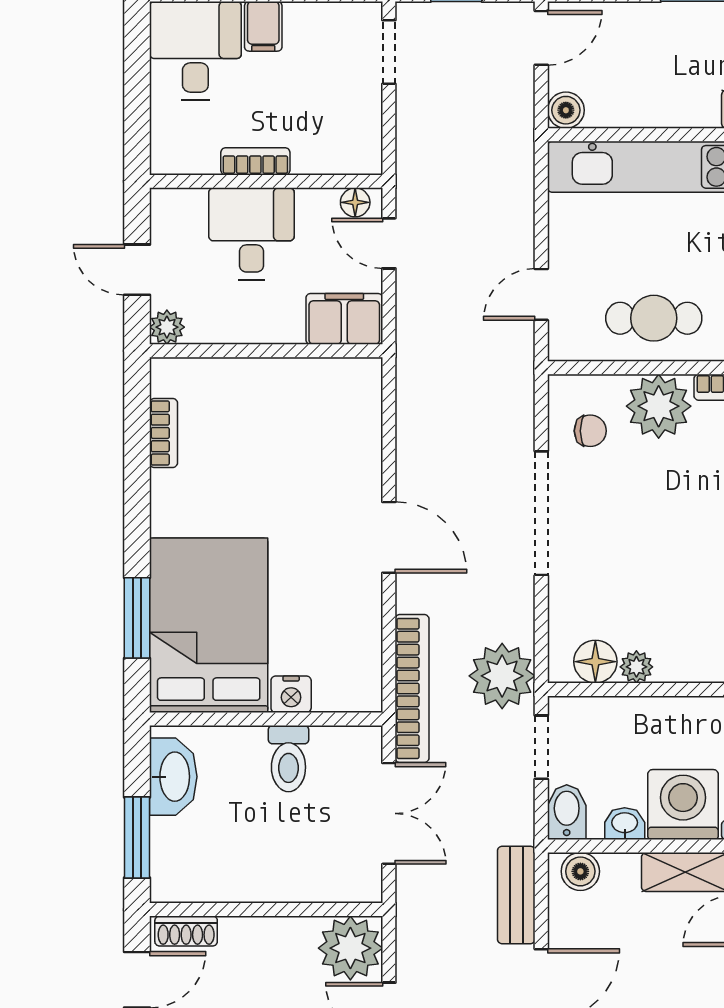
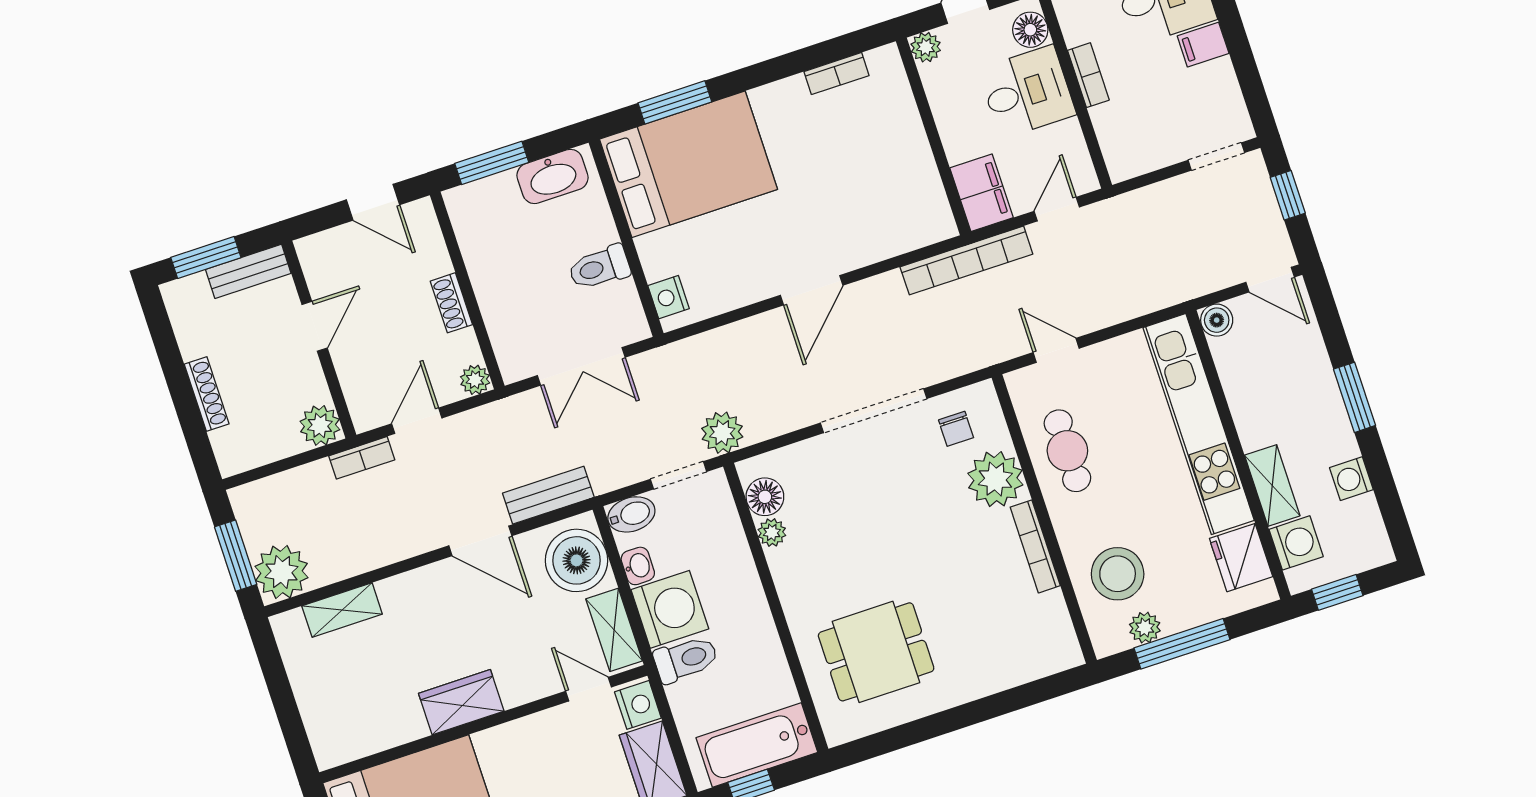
floor lamp: (355, 202) -> (1030, 30), moved, width x1.37, depth x1.37
plant: (502, 676) -> (722, 433), width x0.73, depth x0.73
bookcase: (412, 688) -> (966, 260), moved
nightstand: (291, 694) -> (669, 297), moved
boiler: (580, 871) -> (577, 560), width x1.86, depth x1.86
shoe rack: (186, 931) -> (451, 303), moved
plant: (350, 948) -> (475, 380), width x0.53, depth x0.53

